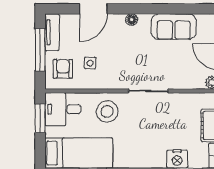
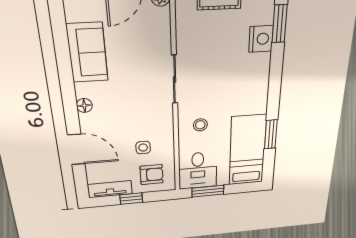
window: (40, 50) -> (131, 199), width x0.46
armchair: (63, 69) -> (152, 175), turned 180
stool: (107, 111) -> (200, 125), width x0.53, depth x0.53

